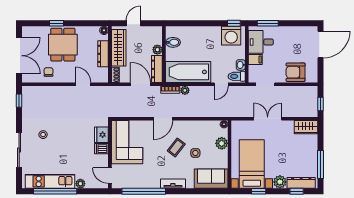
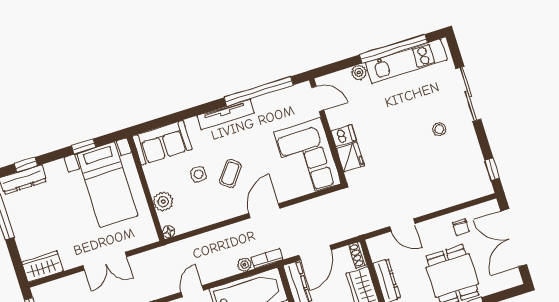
door: (141, 84) -> (315, 253), hinge flipped
plant: (280, 182) -> (56, 171), removed
tv unit: (173, 184) -> (226, 114), width x1.41

